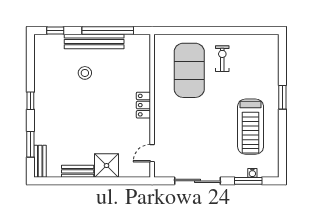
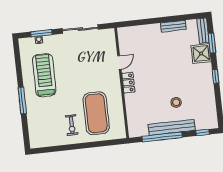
window: (282, 97) -> (22, 100), width x1.44
door: (152, 153) -> (119, 63), moved
shower: (107, 166) -> (201, 54), moved

